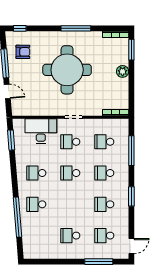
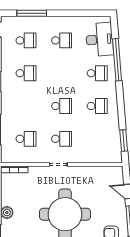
desk: (41, 131) -> (99, 39), moved, turned -95
school desk: (104, 173) -> (26, 106), removed

